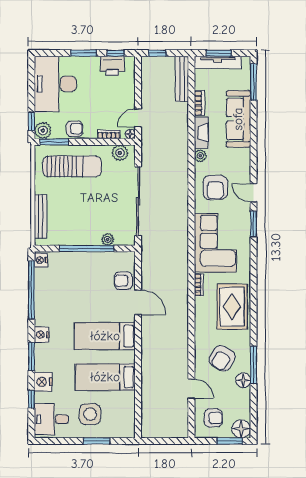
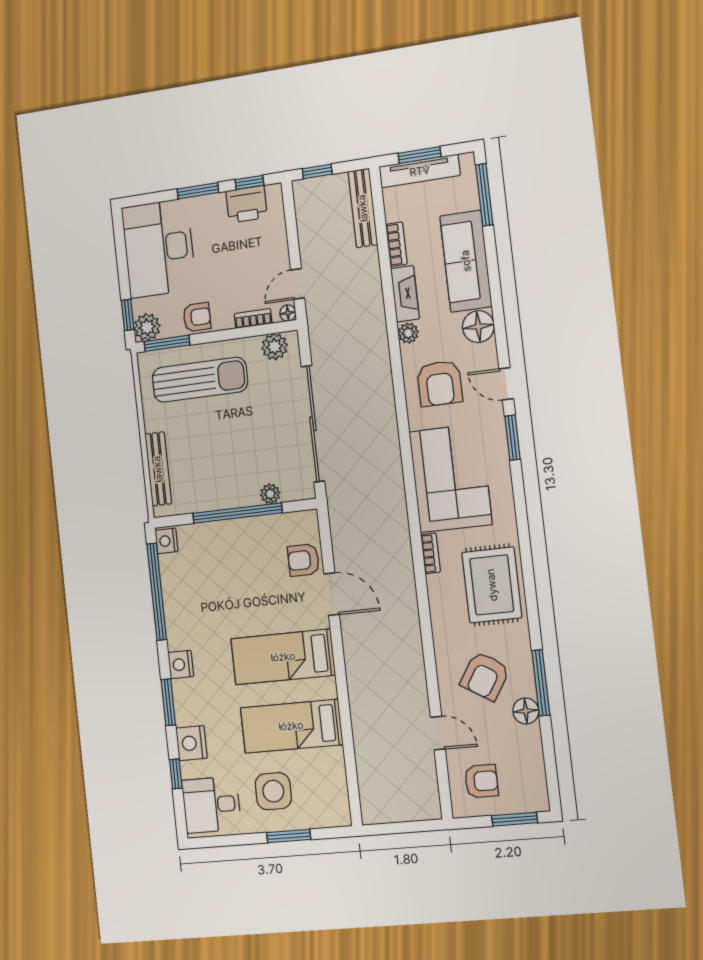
floor lamp: (241, 429) -> (478, 327), moved

